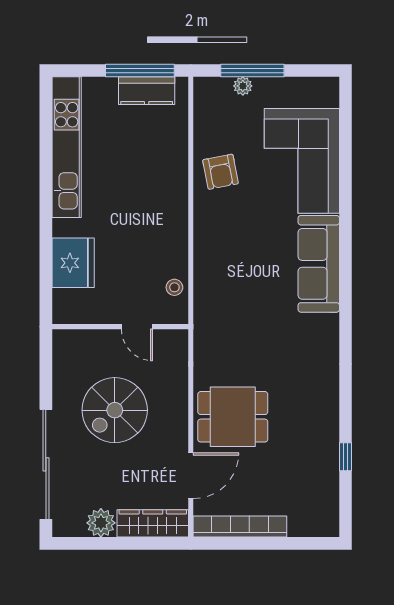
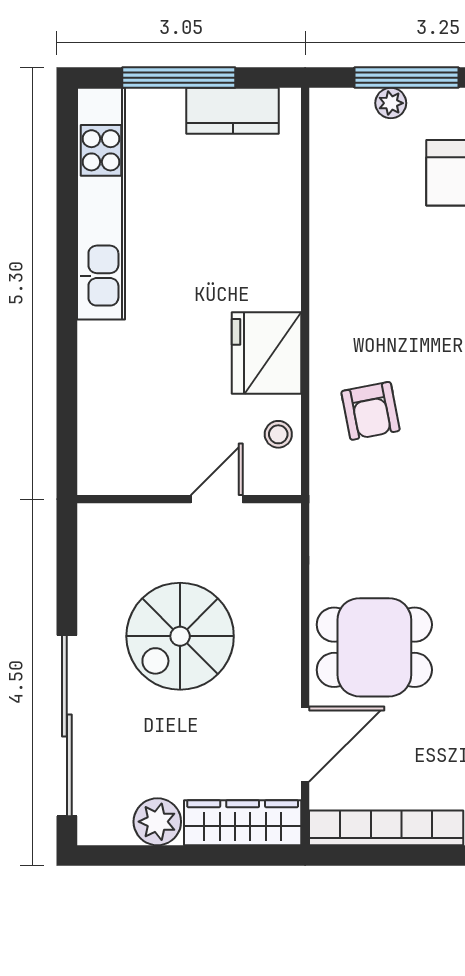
window: (140, 70) -> (179, 78), moved
armchair: (221, 172) -> (371, 411), moved
fridge: (73, 263) -> (266, 353), moved, turned 180
door: (137, 327) -> (217, 499), swing flipped

